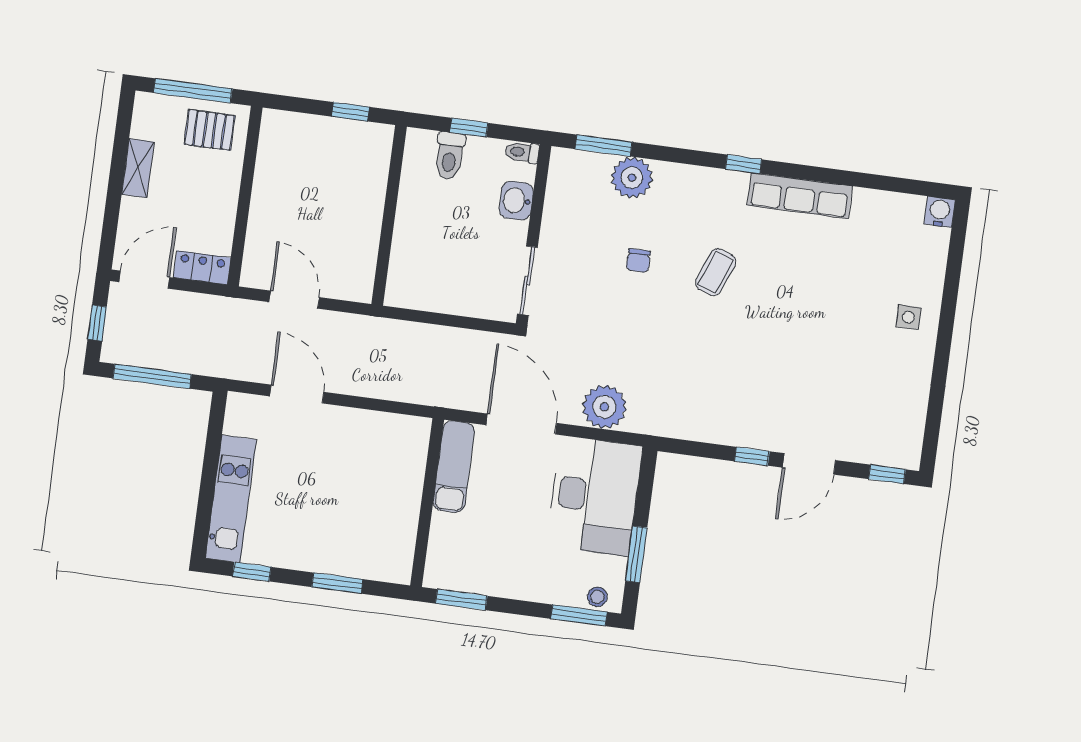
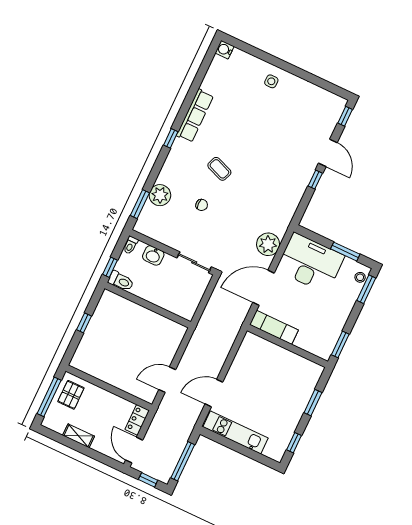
wall: (389, 215) -> (148, 305), moved
kitchen unit: (231, 499) -> (236, 432), moved

